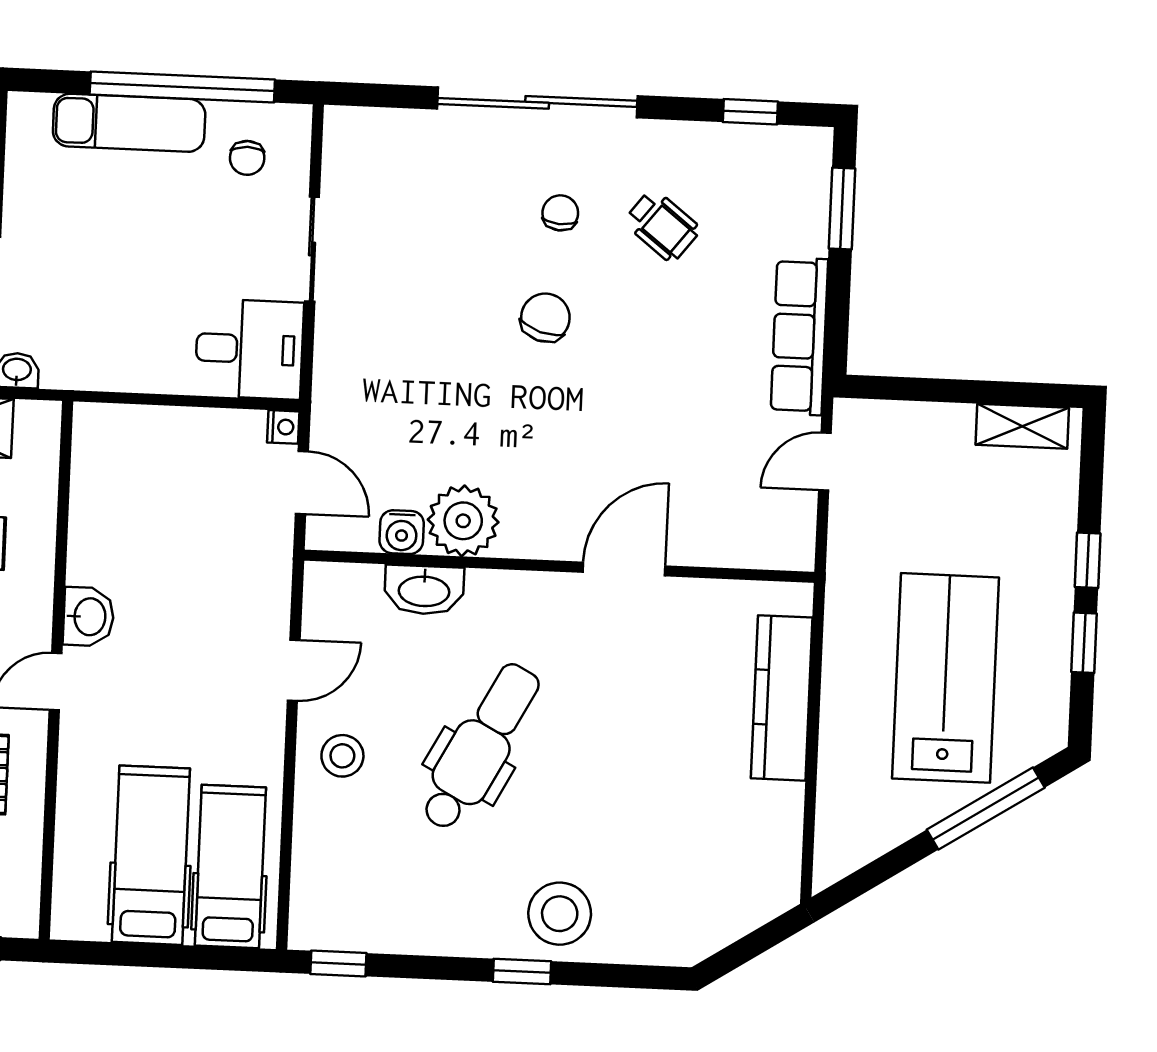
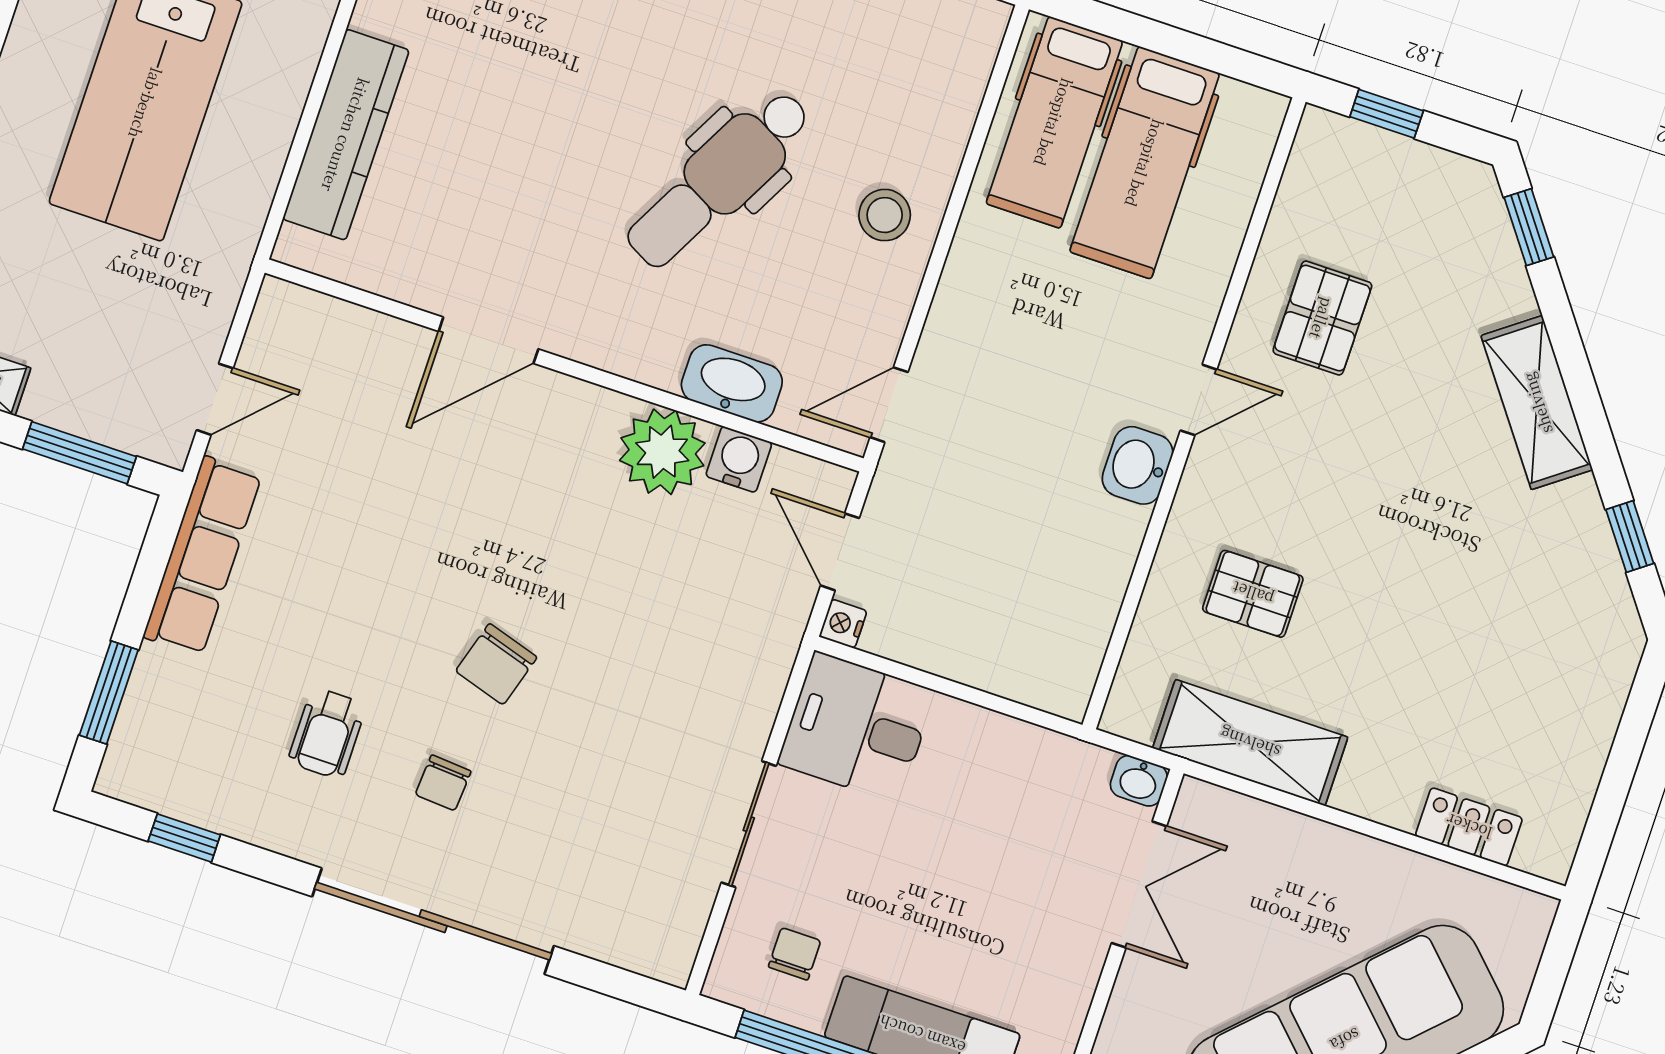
wheelchair: (662, 226) -> (327, 733), turned -128
window: (919, 389) -> (80, 453), added
door: (294, 670) -> (889, 405), moved

